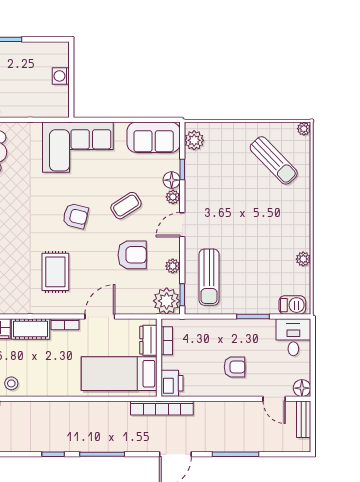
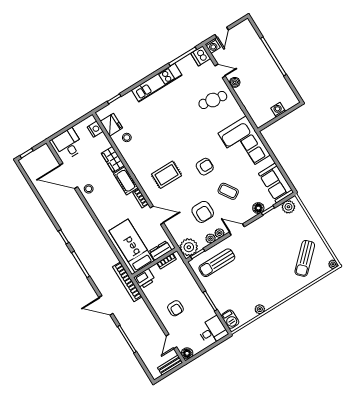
plant: (173, 197) -> (219, 233), moved
armchair: (75, 216) -> (205, 167), turned -104

